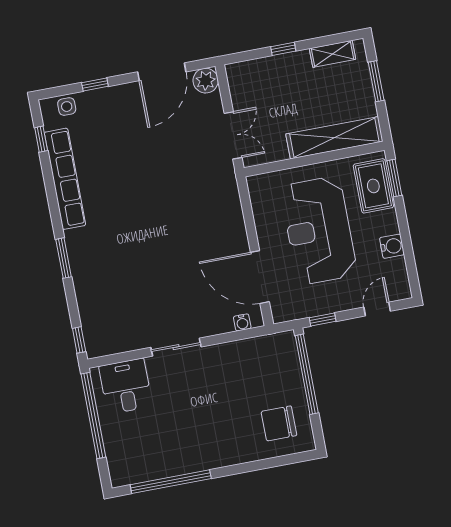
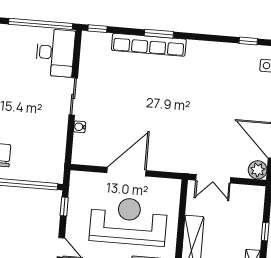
row of seats: (65, 179) -> (149, 45), moved
door: (260, 277) -> (126, 172), moved
water cooler: (242, 322) -> (80, 127), moved
desk: (126, 386) -> (55, 53), width x1.37

